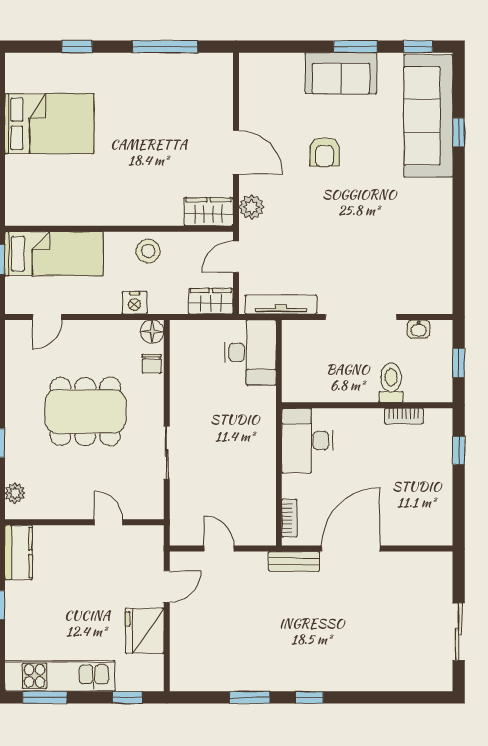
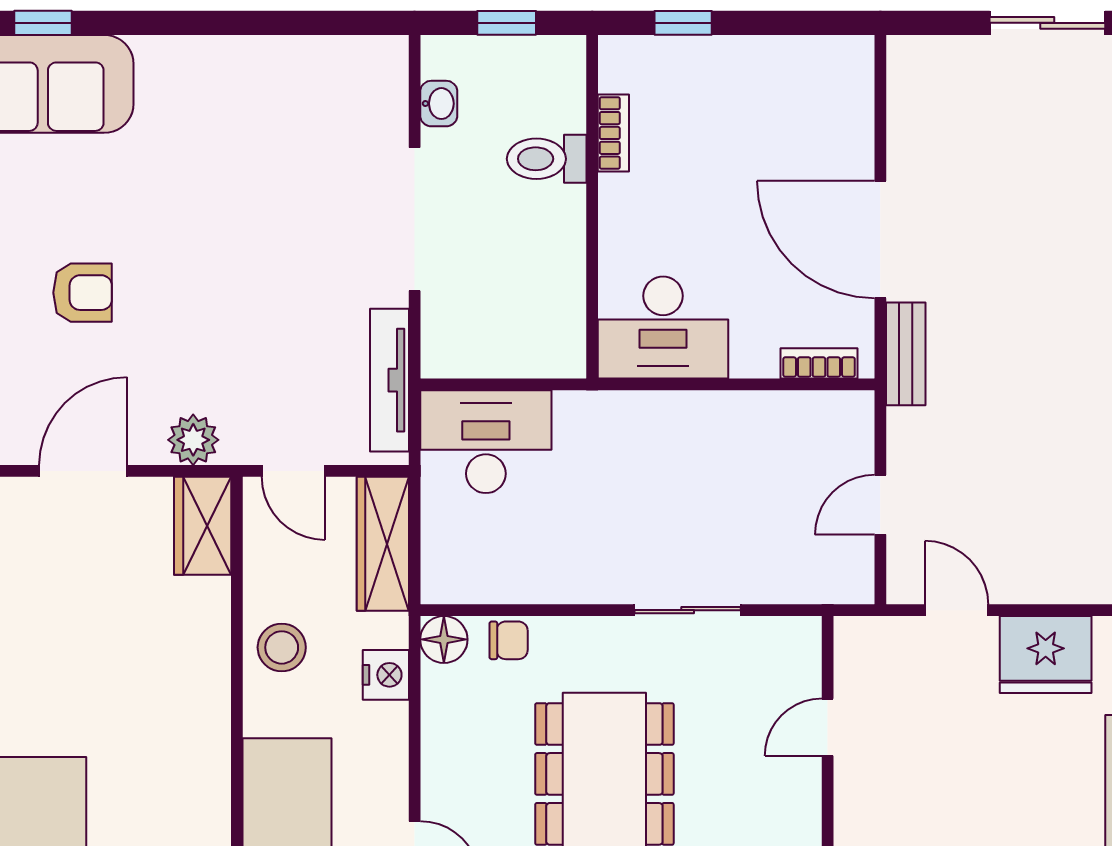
wardrobe: (211, 301) -> (383, 544), width x1.50

